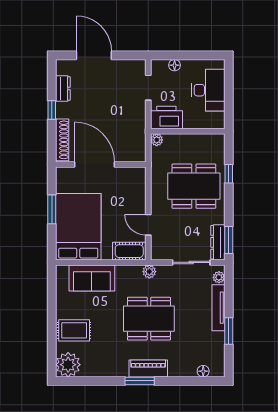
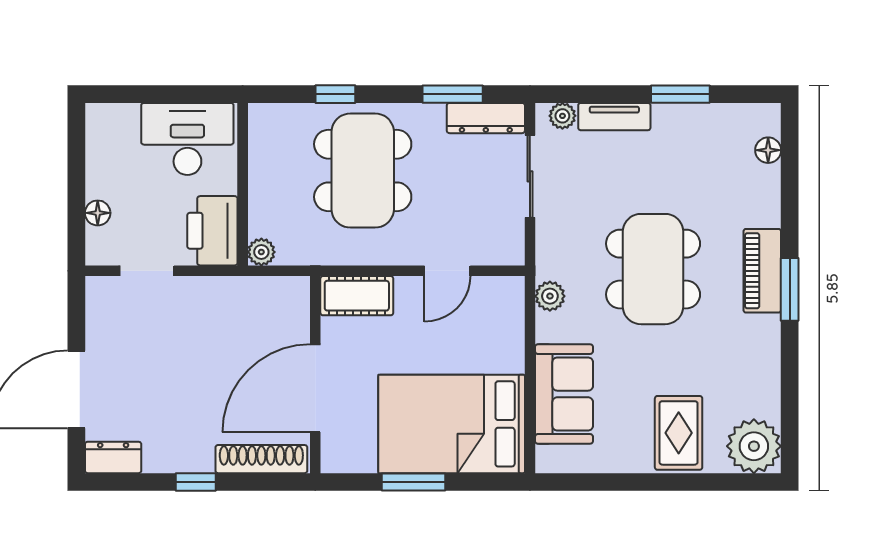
dresser: (63, 89) -> (113, 457), moved
desk: (208, 90) -> (187, 139), moved
window: (229, 240) -> (453, 94), moved
cot: (129, 251) -> (357, 296), moved, turned 90
plant: (149, 272) -> (550, 296), moved
tv unit: (219, 308) -> (614, 117), width x0.71

